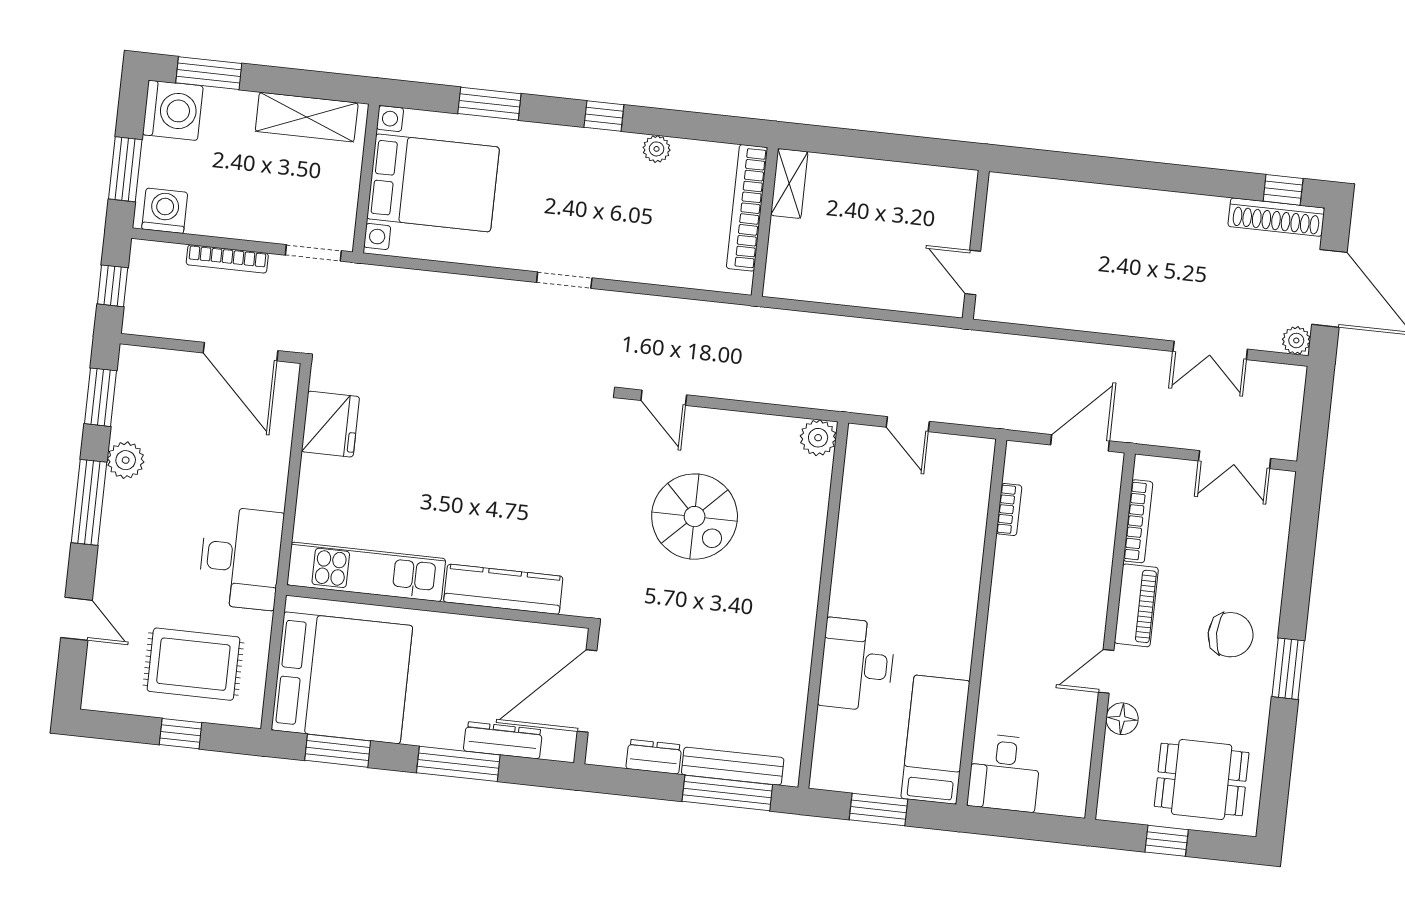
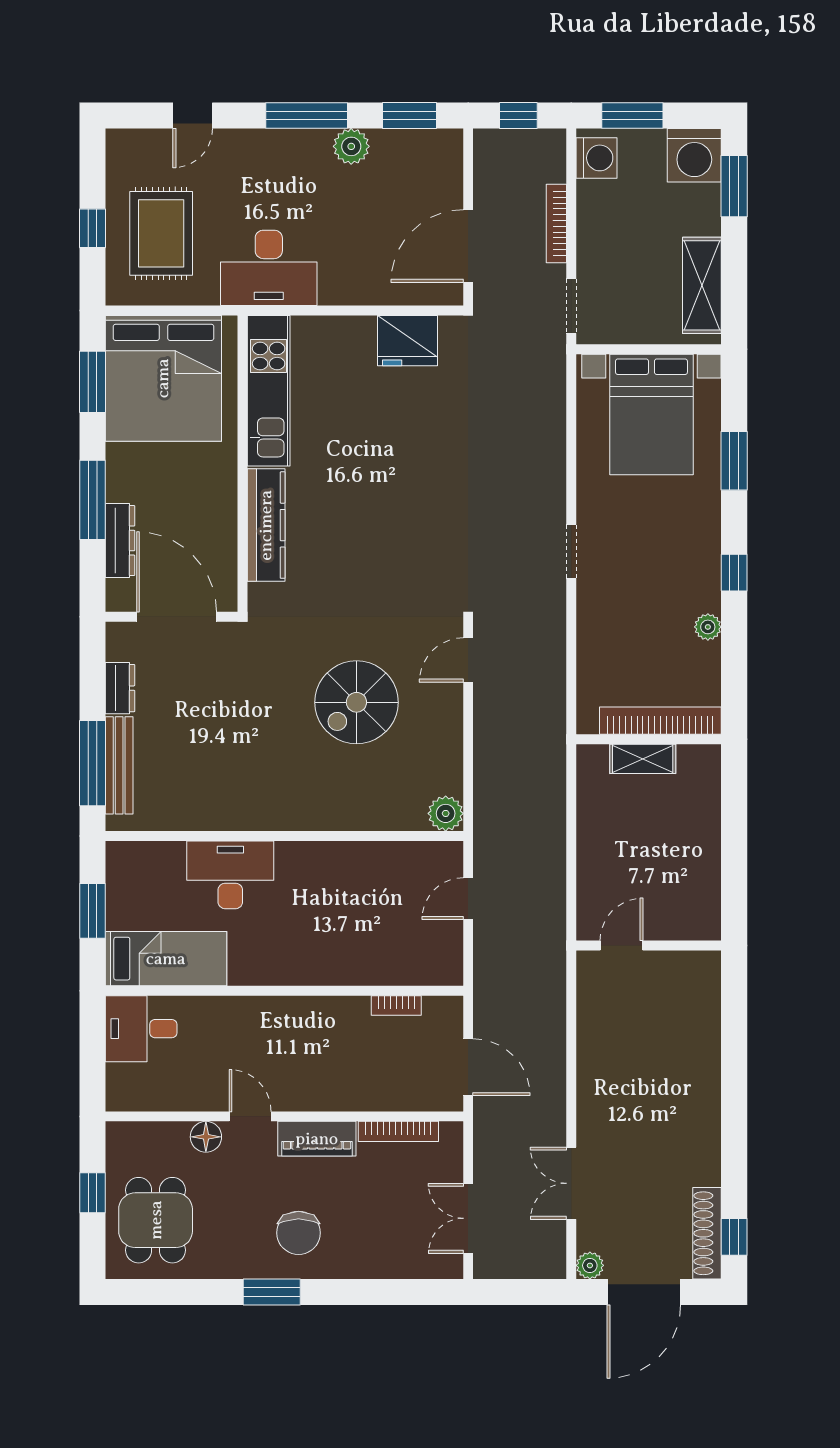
shelving: (789, 184) -> (643, 759), moved

